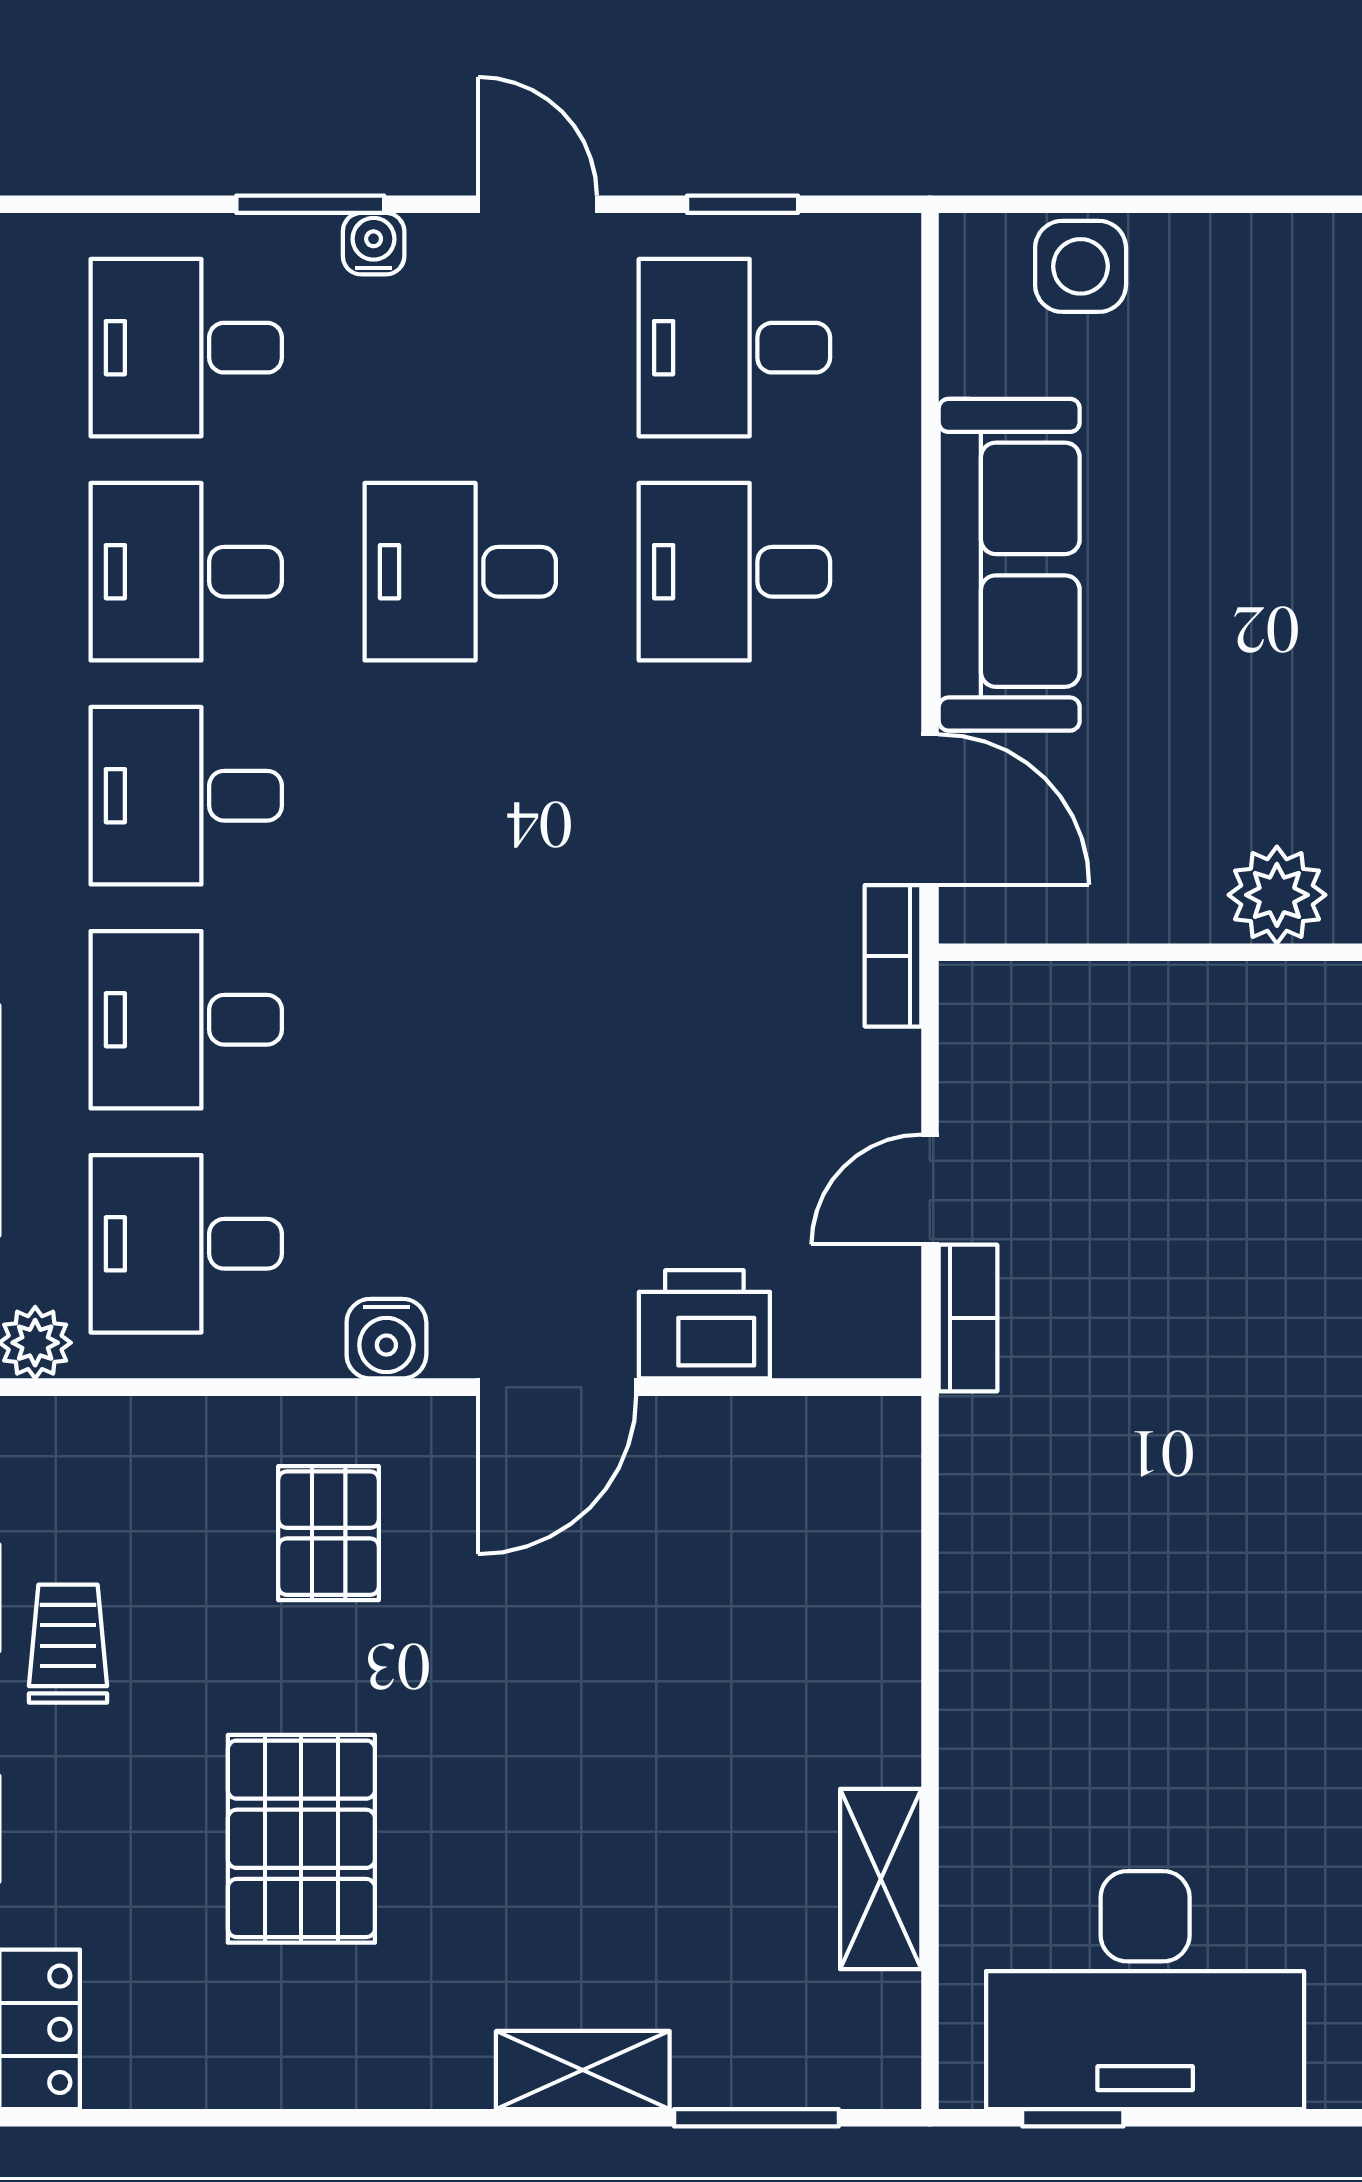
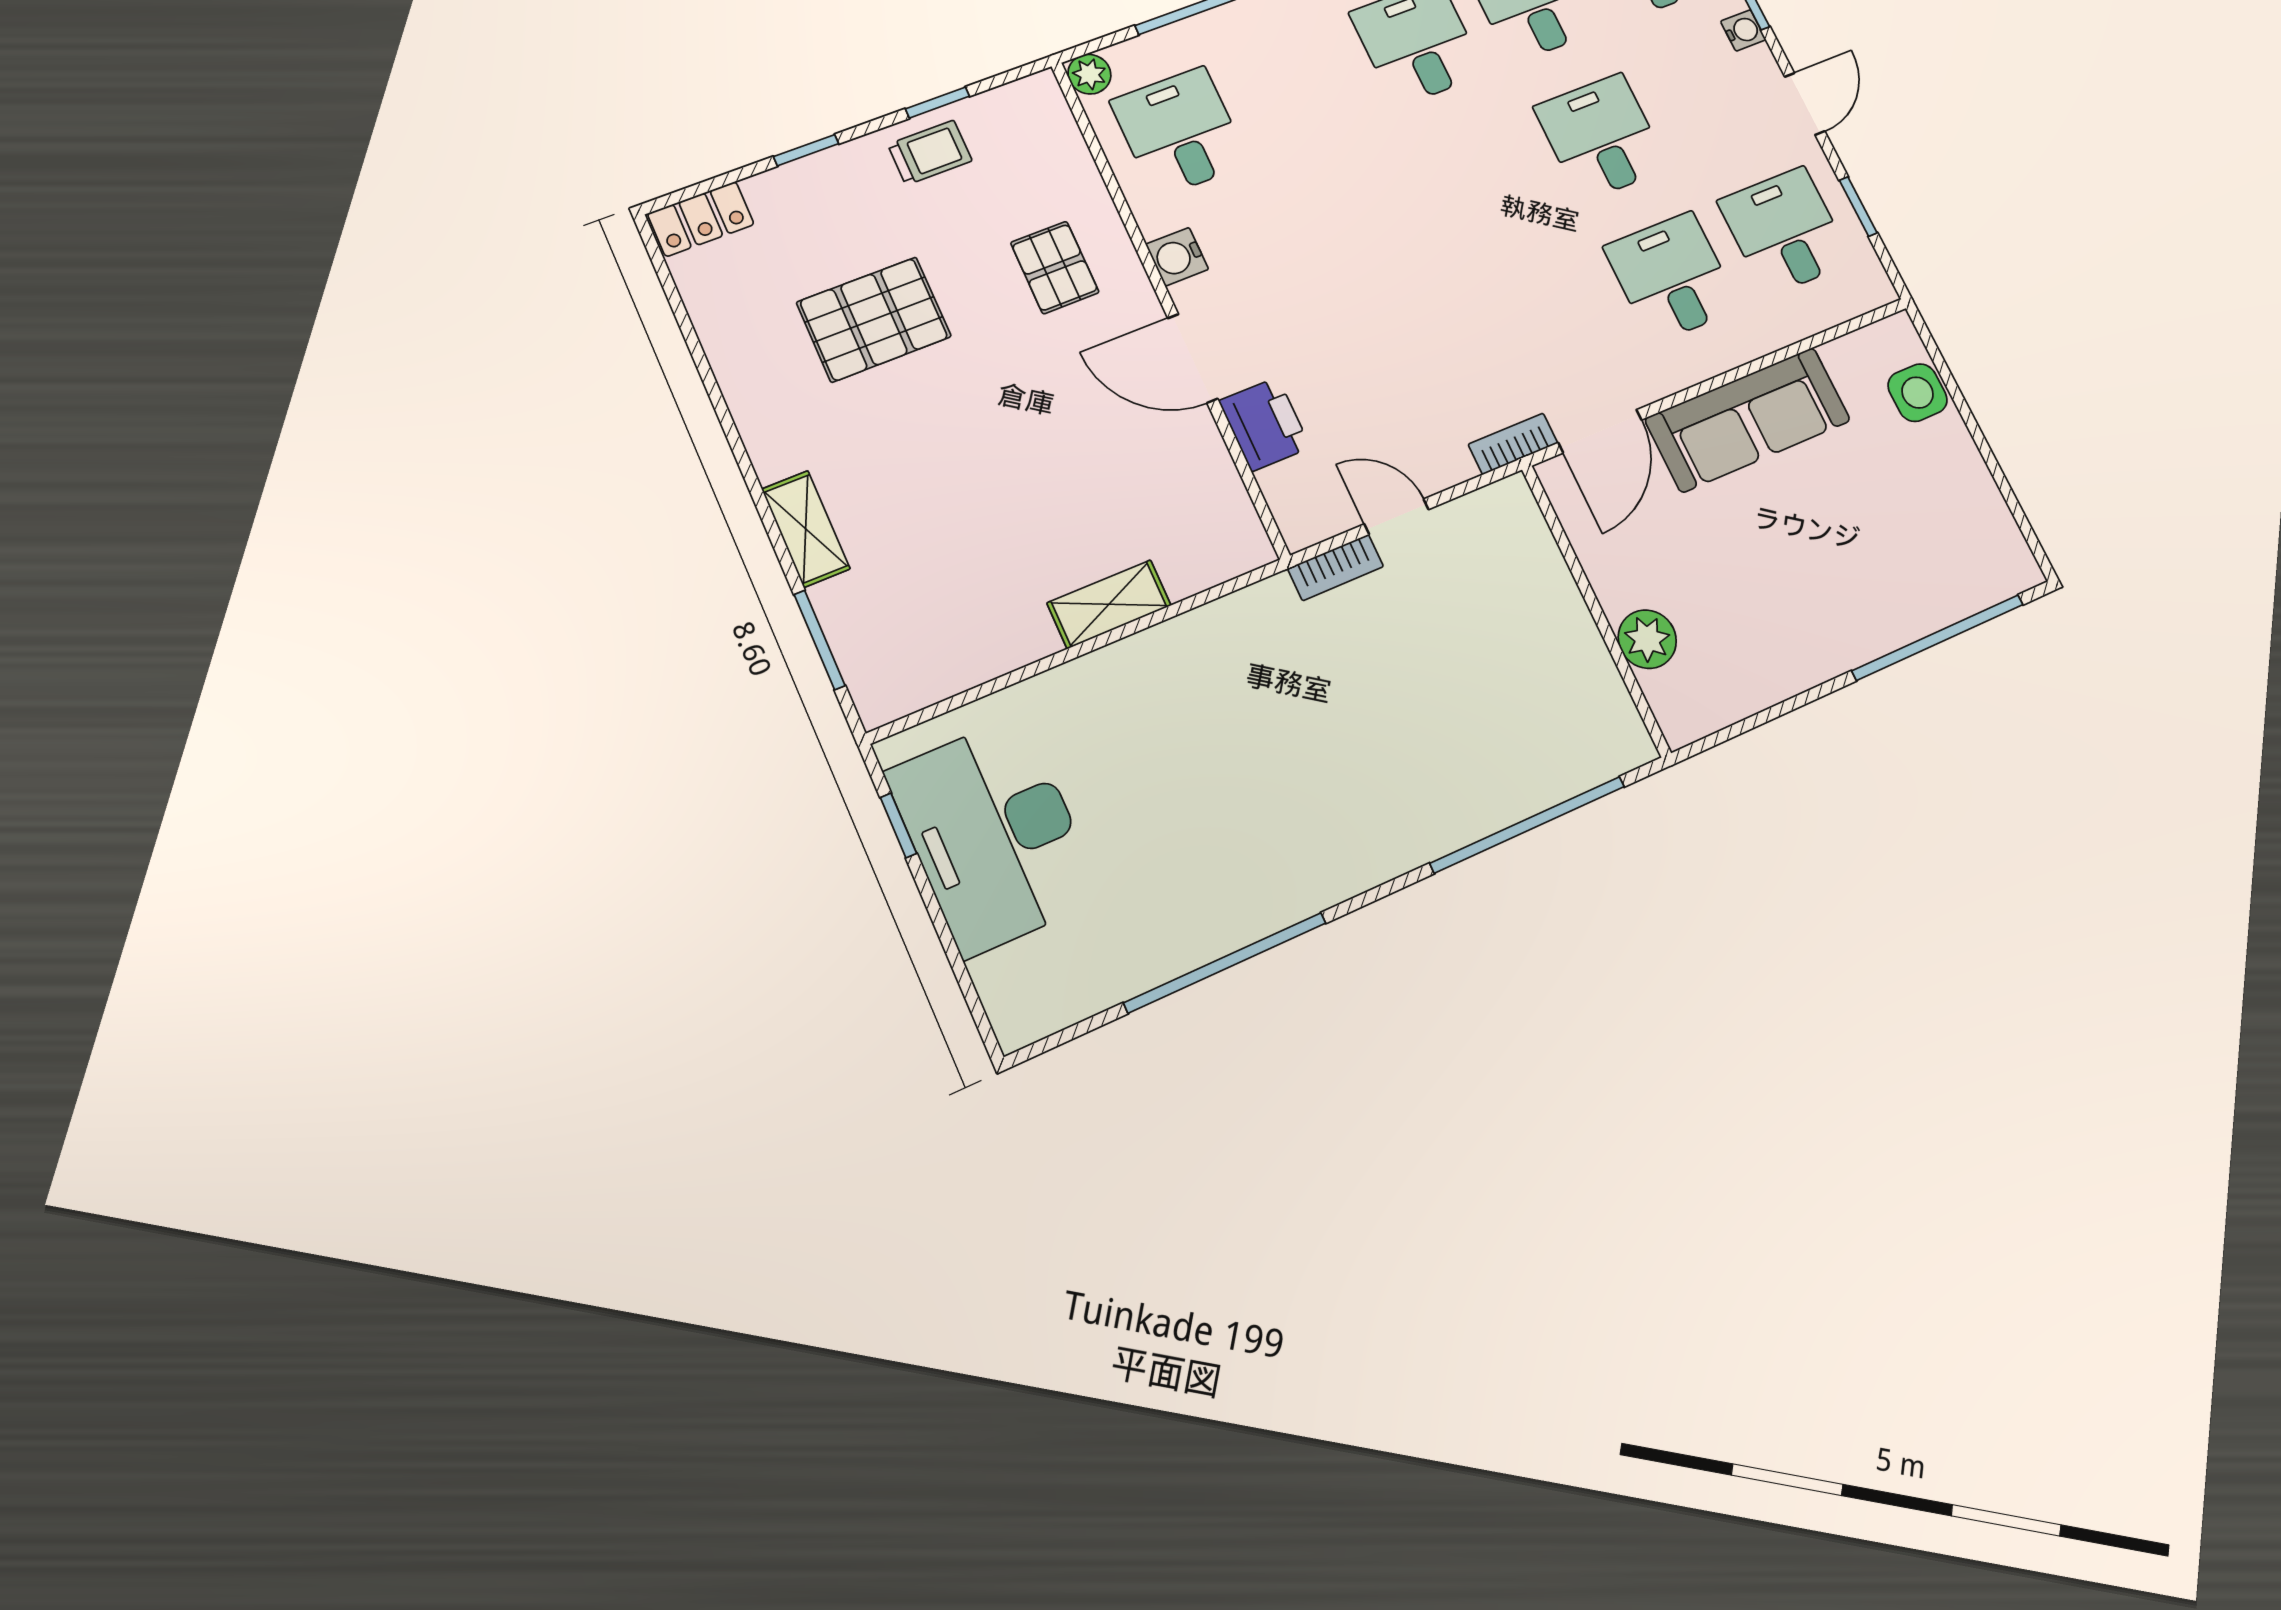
desk: (186, 1020) -> (1300, 87), removed
pallet: (329, 1533) -> (1055, 267), turned 90
shelving: (881, 1879) -> (1109, 604), moved

